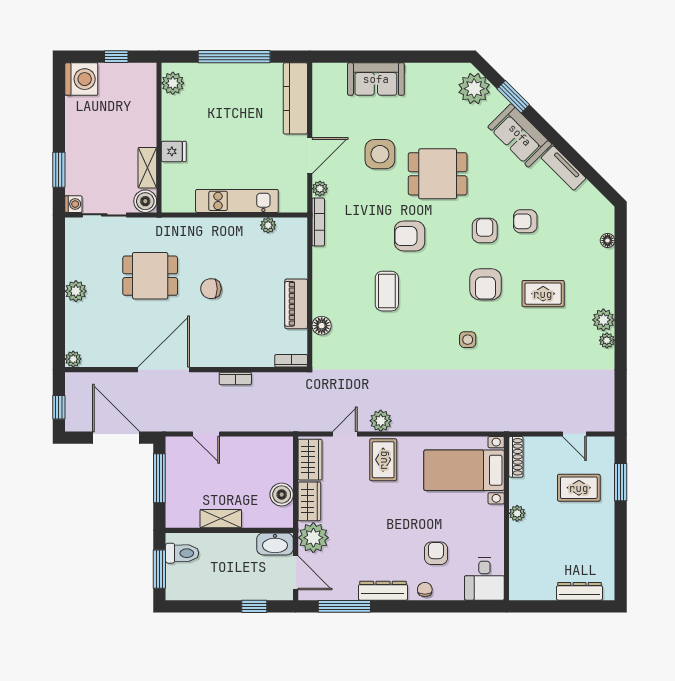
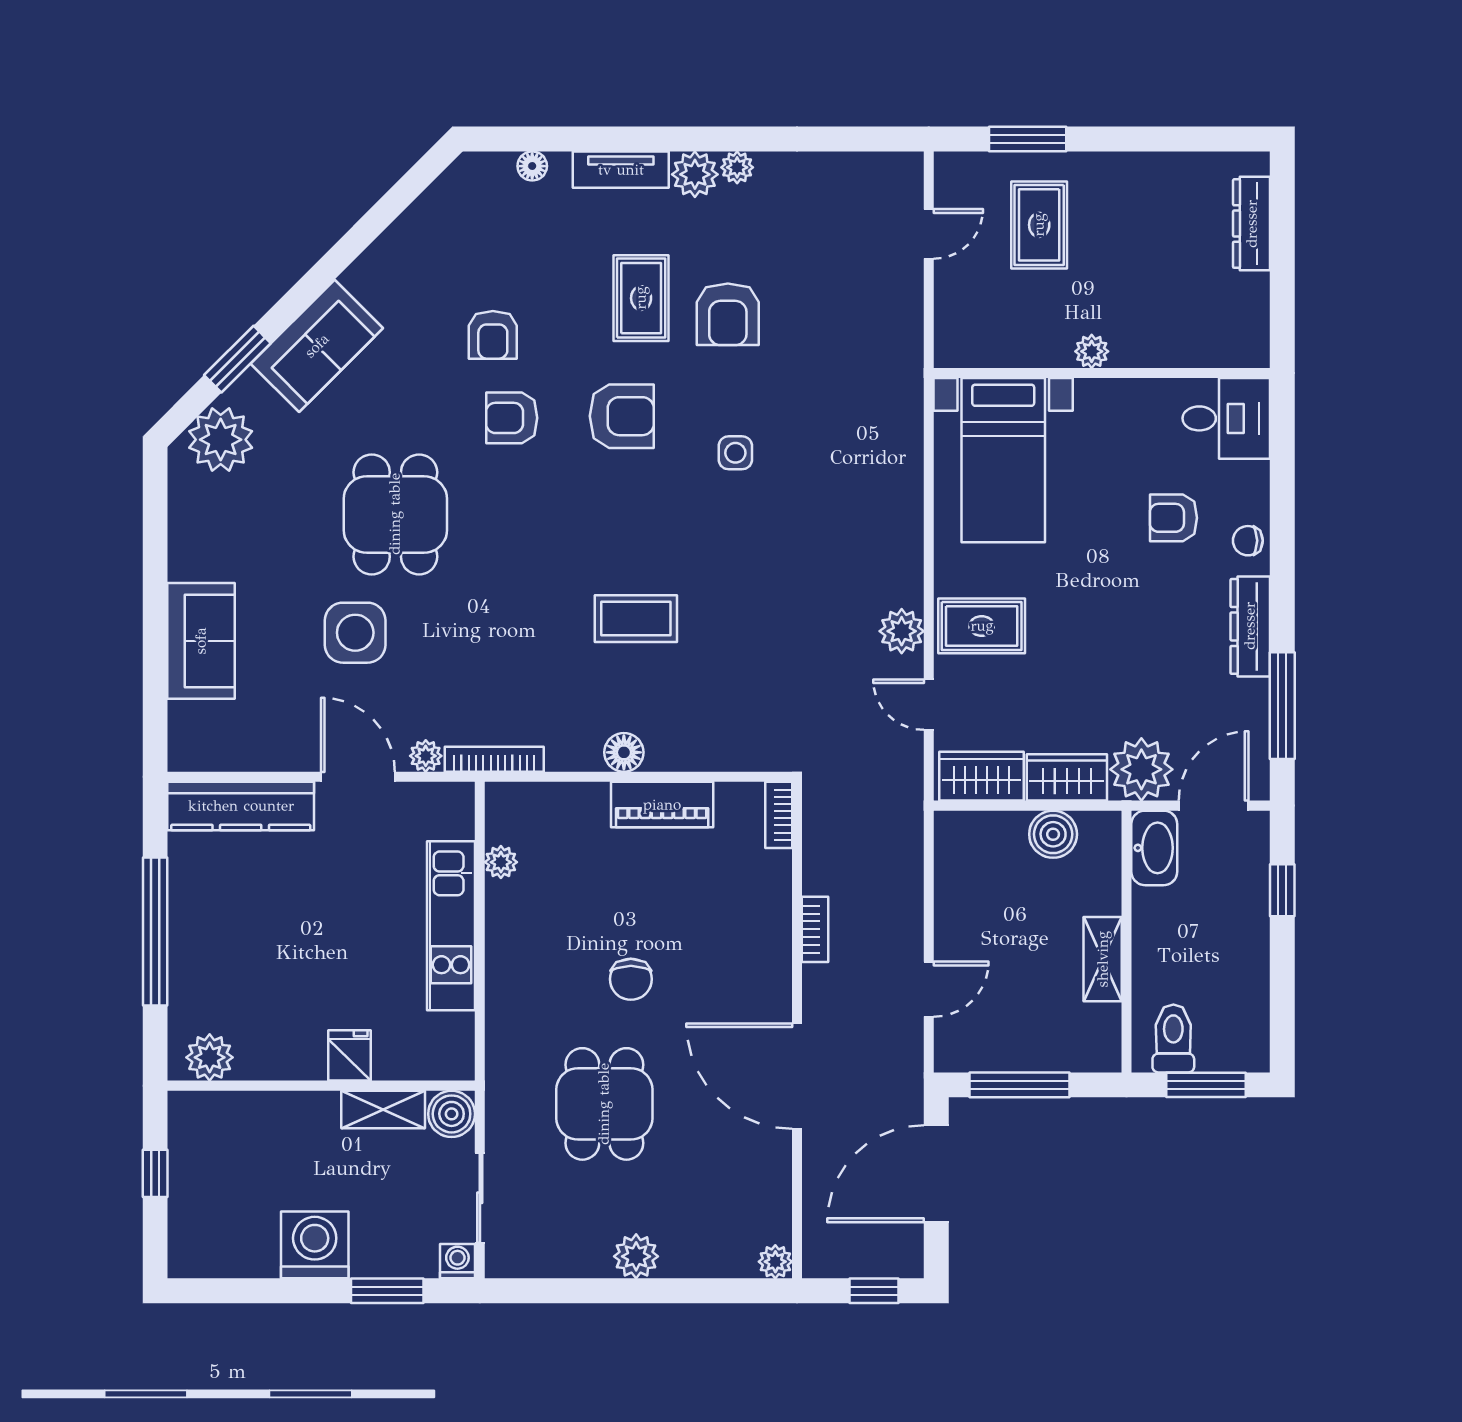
washing machine: (81, 79) -> (315, 1245), moved
tv unit: (563, 168) -> (621, 170), moved, turned 45
armchair: (410, 236) -> (728, 314), moved
floor lamp: (322, 326) -> (624, 752), moved
shoe rack: (516, 457) -> (976, 354), removed

